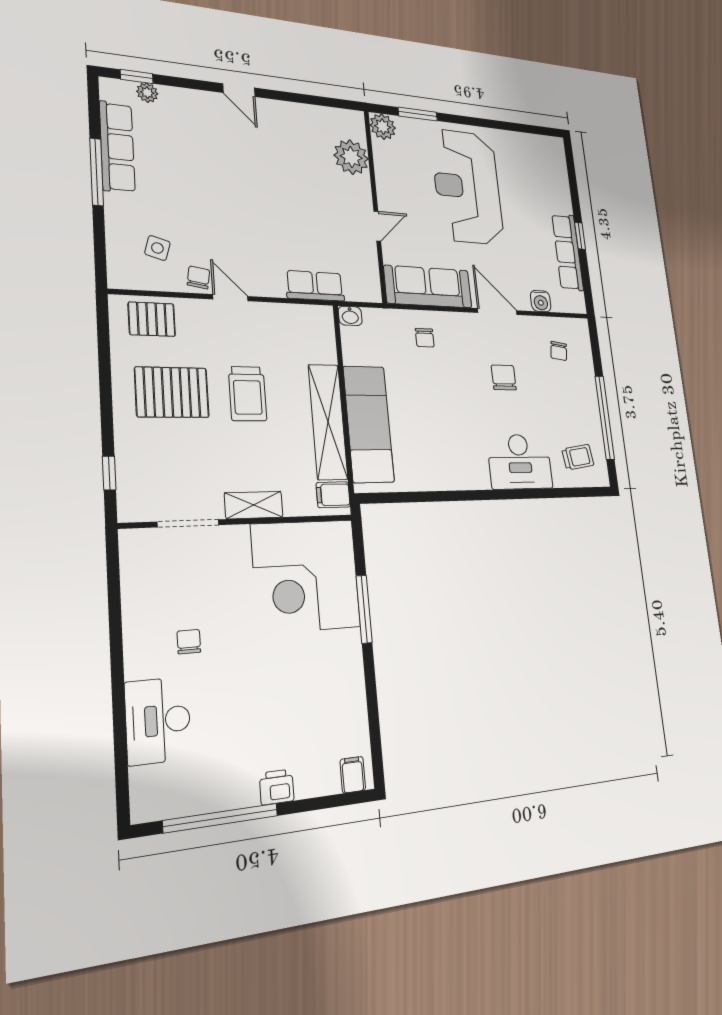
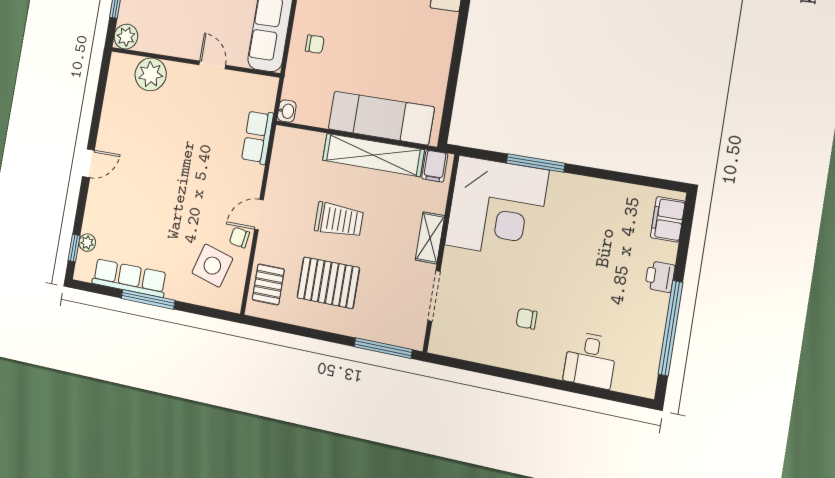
side table: (157, 248) -> (212, 266), width x1.87, depth x1.87
pallet: (172, 392) -> (328, 283), turned 90
window: (109, 473) -> (383, 348), width x2.17
desk: (158, 721) -> (590, 360), width x0.73
filing cabinet: (353, 775) -> (668, 219), width x2.00

